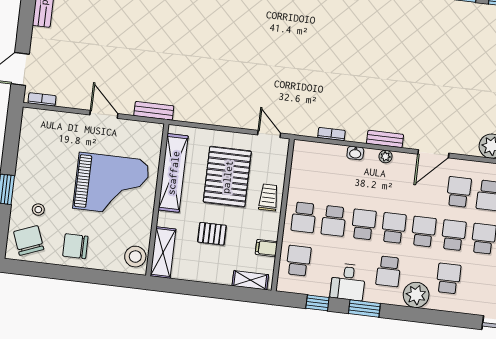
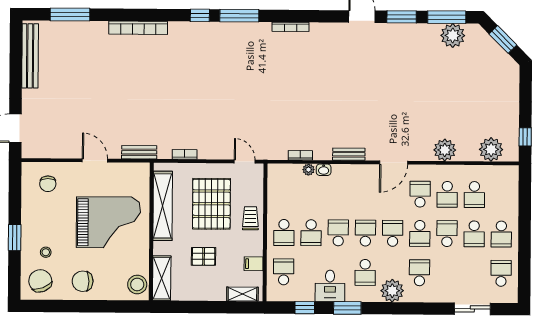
bookcase: (42, 99) -> (185, 154), moved
chair: (49, 134) -> (48, 184), added
plant: (385, 156) -> (309, 170), moved
school desk: (454, 235) -> (420, 233), turned 180

